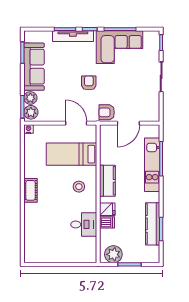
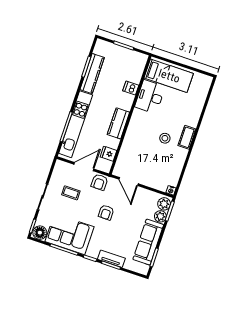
tv unit: (73, 36) -> (111, 259), width x0.71
floor lamp: (151, 38) -> (40, 233), added
coffee table: (133, 91) -> (71, 193), added
armchair: (107, 112) -> (99, 182), turned 90
bed: (71, 154) -> (169, 76), moved
kitchen unit: (152, 165) -> (76, 124), width x1.36
stool: (79, 187) -> (165, 138), moved
fridge: (107, 209) -> (108, 154), moved
desk: (84, 224) -> (150, 97), width x1.37
plant: (113, 254) -> (134, 59), removed

